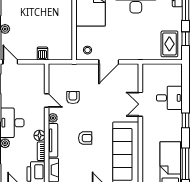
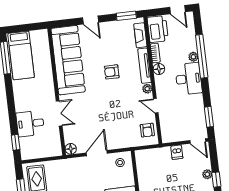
dishwasher: (42, 54) -> (177, 152), moved
floor lamp: (133, 69) -> (71, 149), added
armchair: (73, 97) -> (147, 130), moved
window: (185, 120) -> (16, 142), moved

